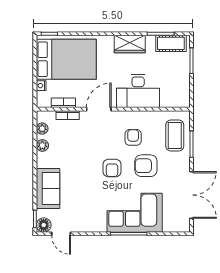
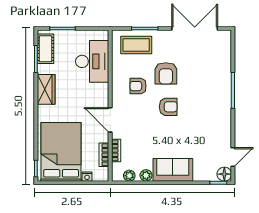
desk: (138, 91) -> (92, 61), moved
sofa: (48, 188) -> (173, 170), moved
corner sofa: (135, 213) -> (212, 85), removed

